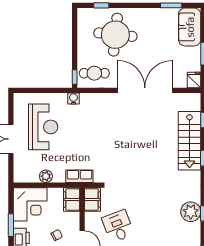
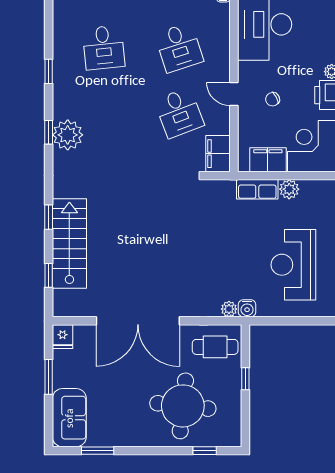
window: (75, 77) -> (245, 379), moved
plant: (85, 98) -> (229, 309), added
row of seats: (79, 176) -> (257, 189), moved
filing cabinet: (72, 199) -> (268, 160), moved, turned -90

